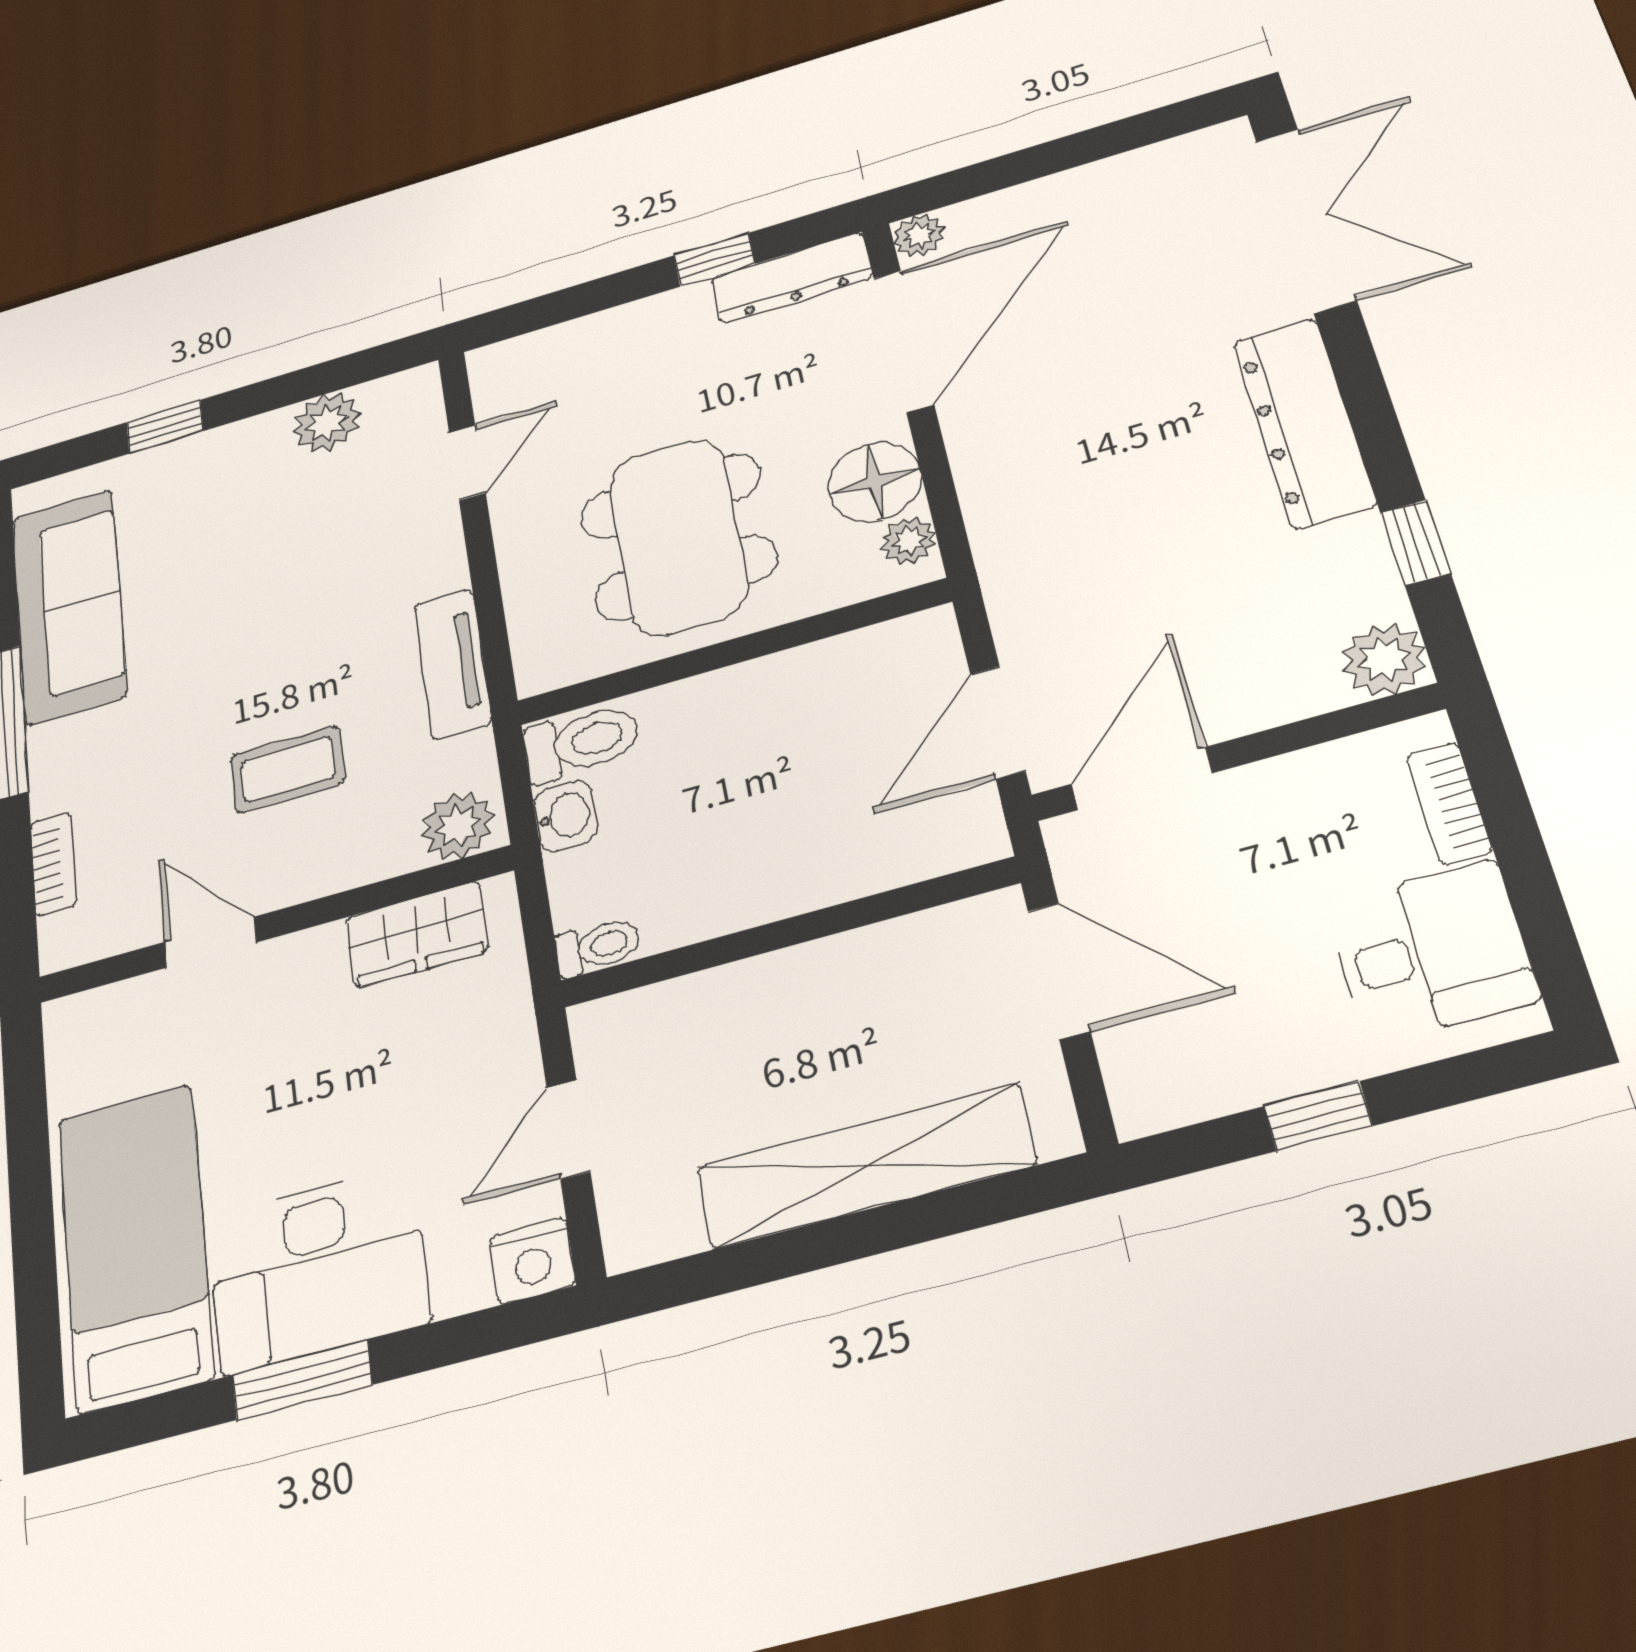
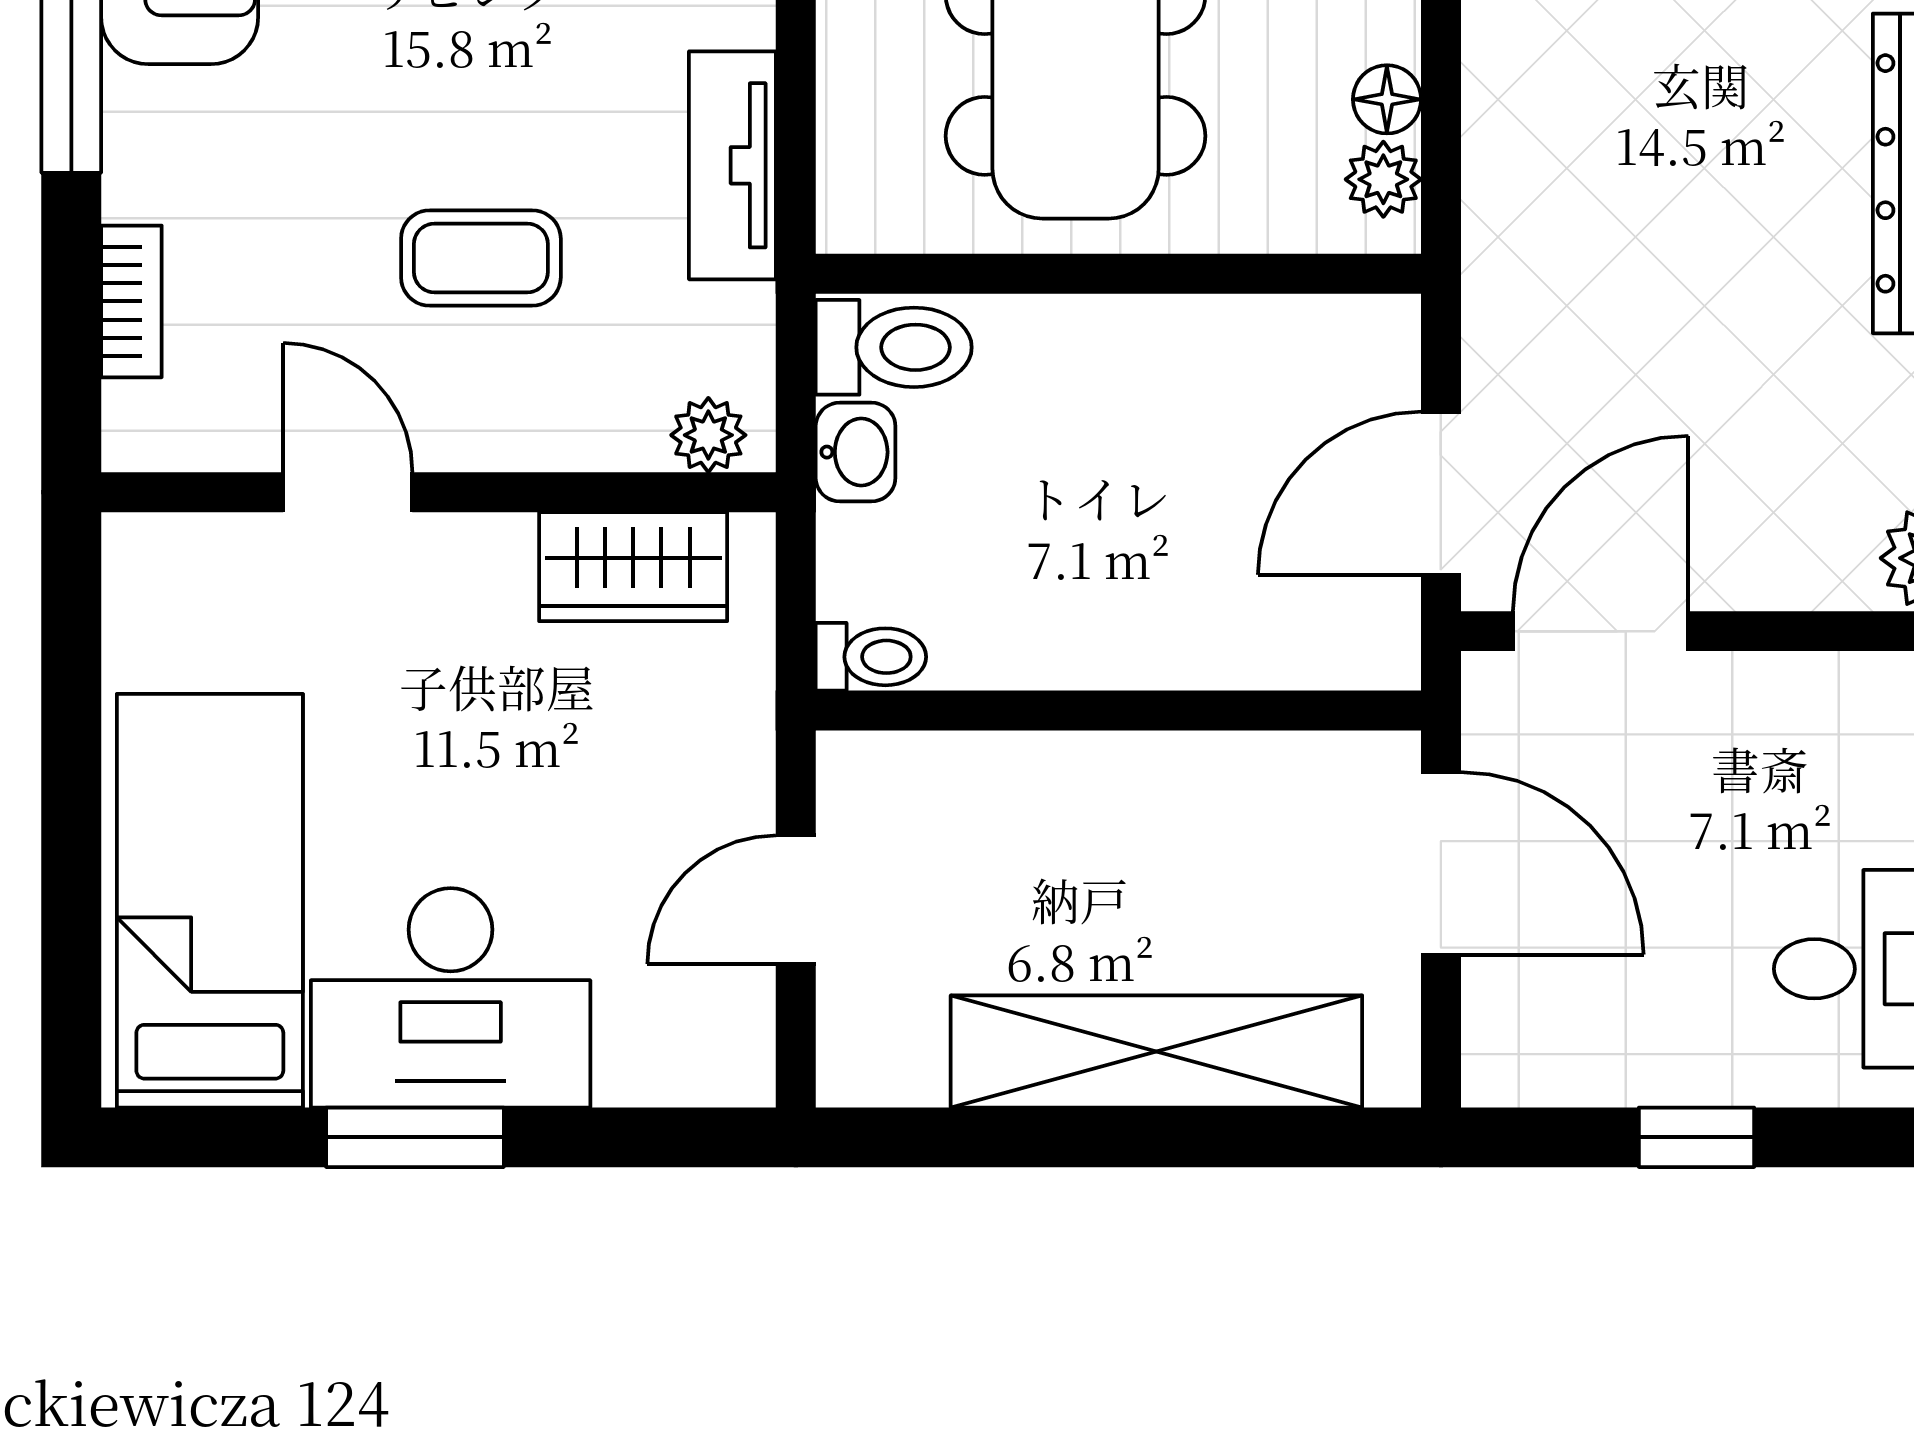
floor lamp: (875, 482) -> (1387, 99), width x0.53, depth x0.53
plant: (458, 826) -> (708, 435), width x0.73, depth x0.73
nightstand: (532, 1261) -> (726, 1061), removed

